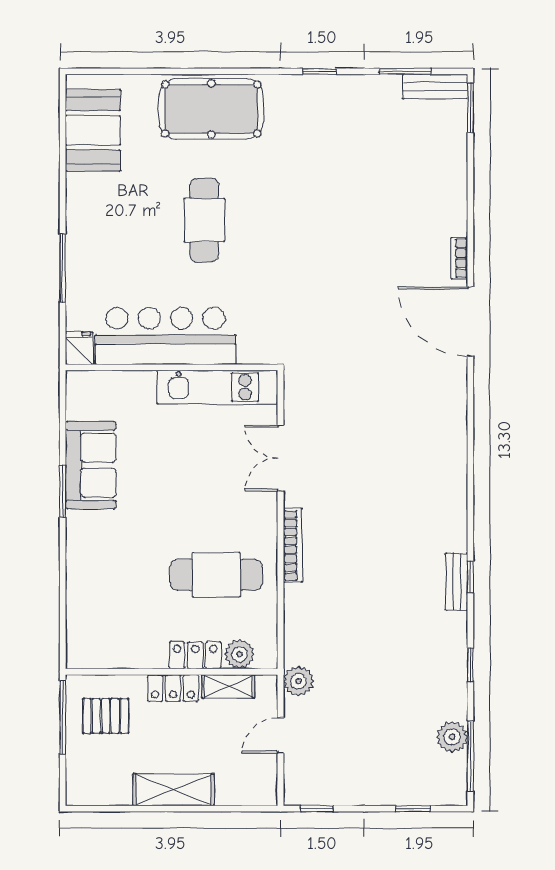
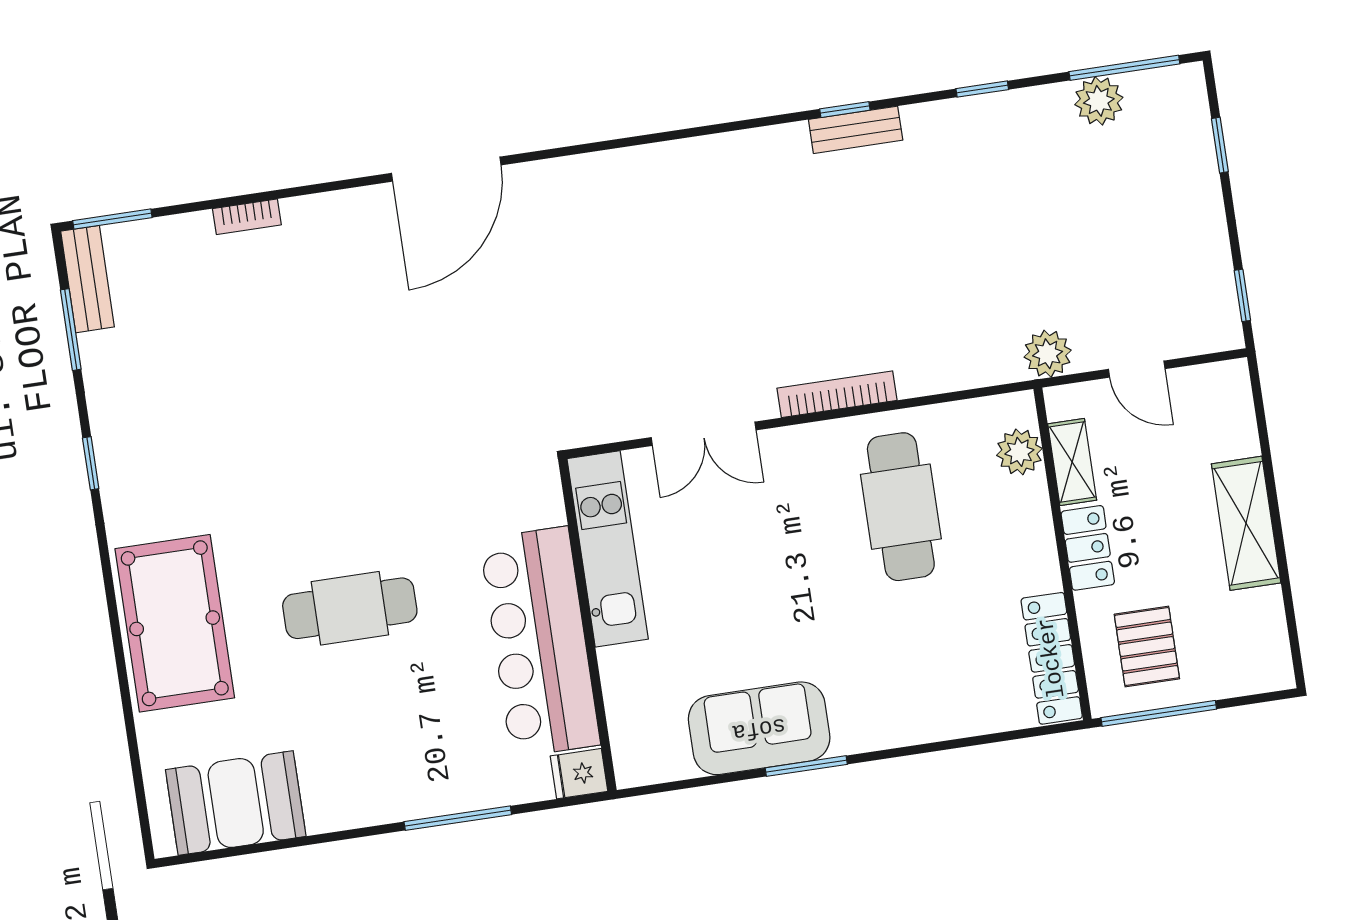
bookcase: (459, 258) -> (247, 217), moved
locker: (195, 655) -> (1052, 658), moved, width x1.53

